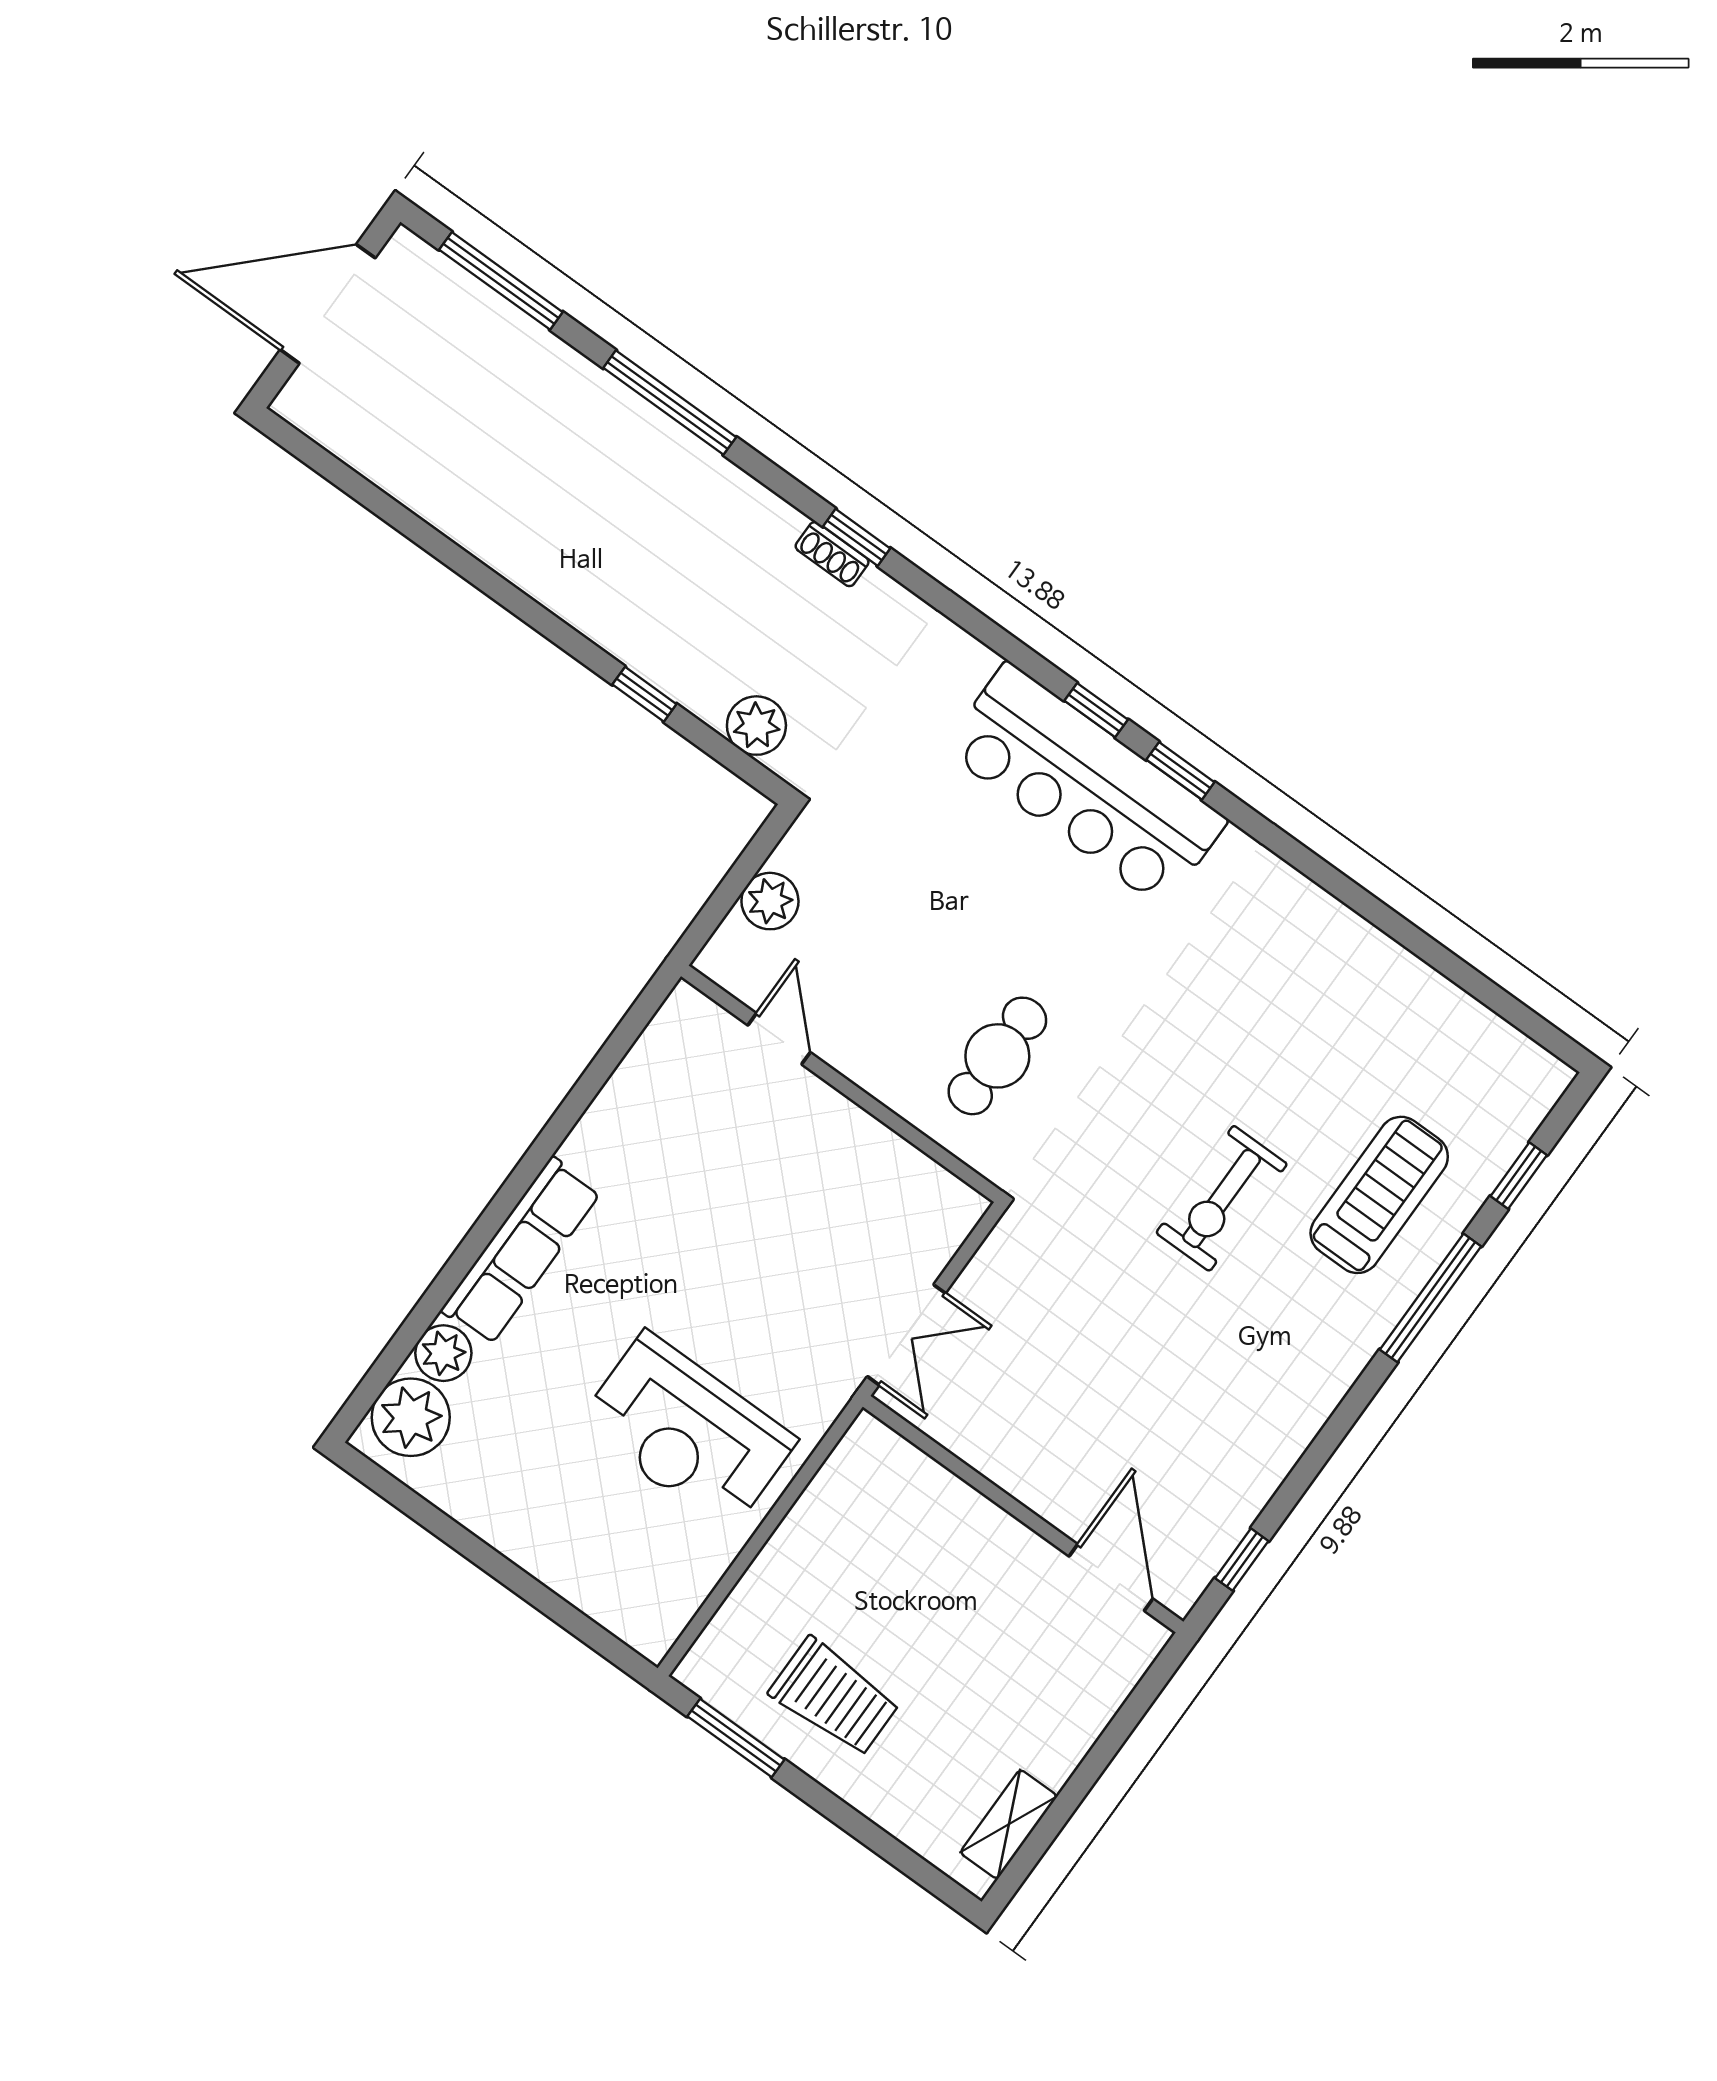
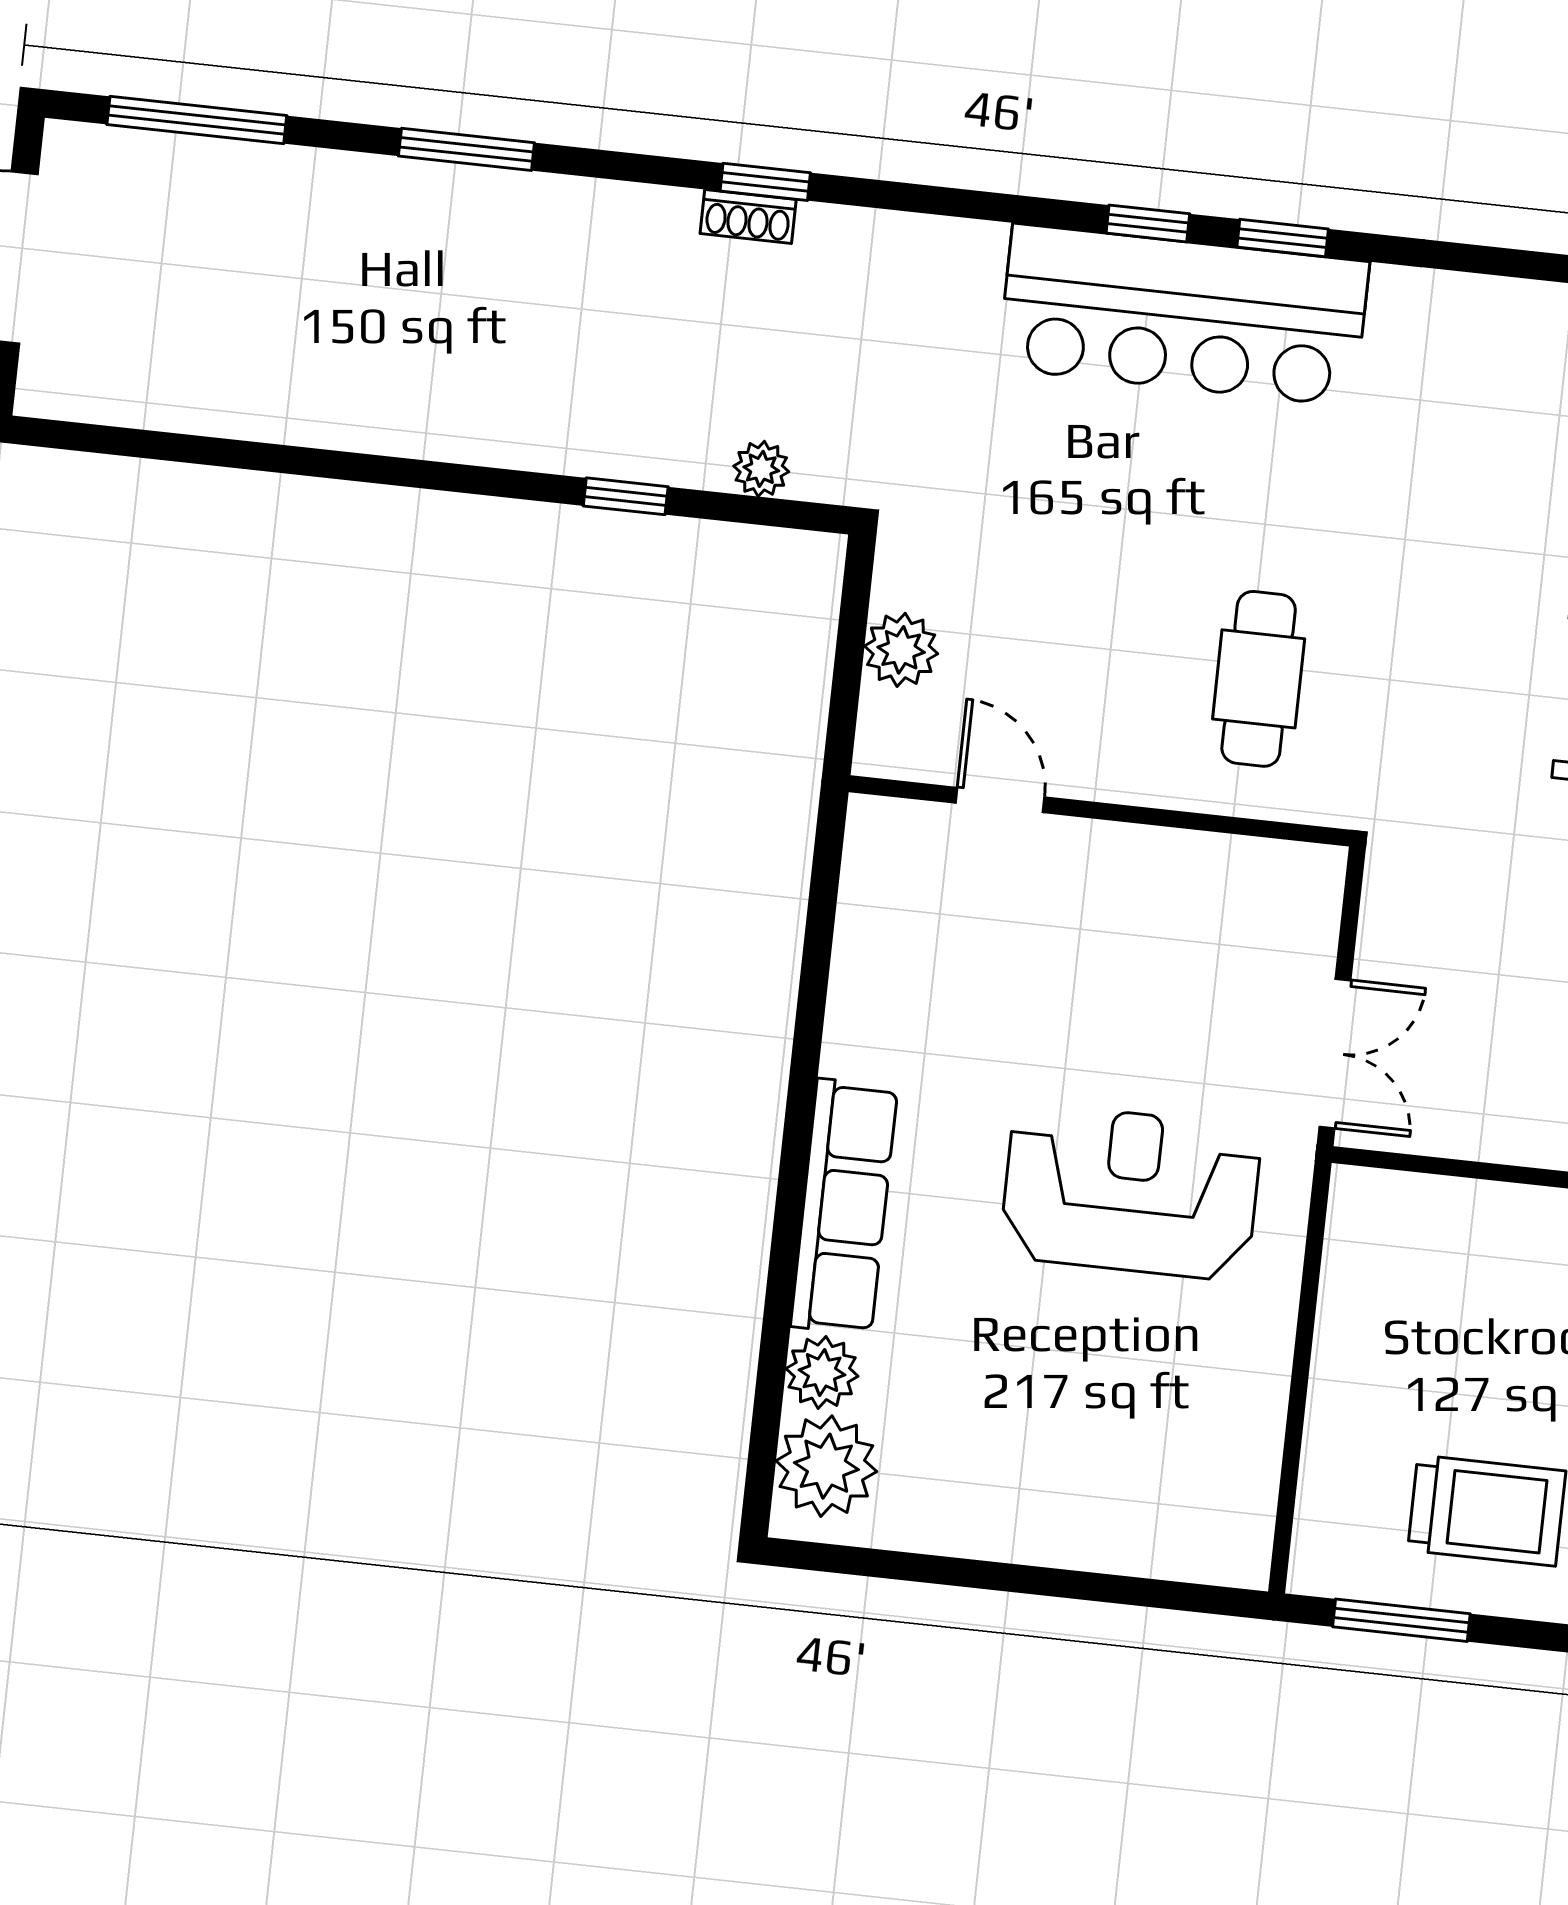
window: (670, 403) -> (466, 149), width x0.69
plant: (756, 726) -> (761, 469), width x0.73, depth x0.73
reception desk: (687, 1432) -> (1131, 1192), moved, turned 180

